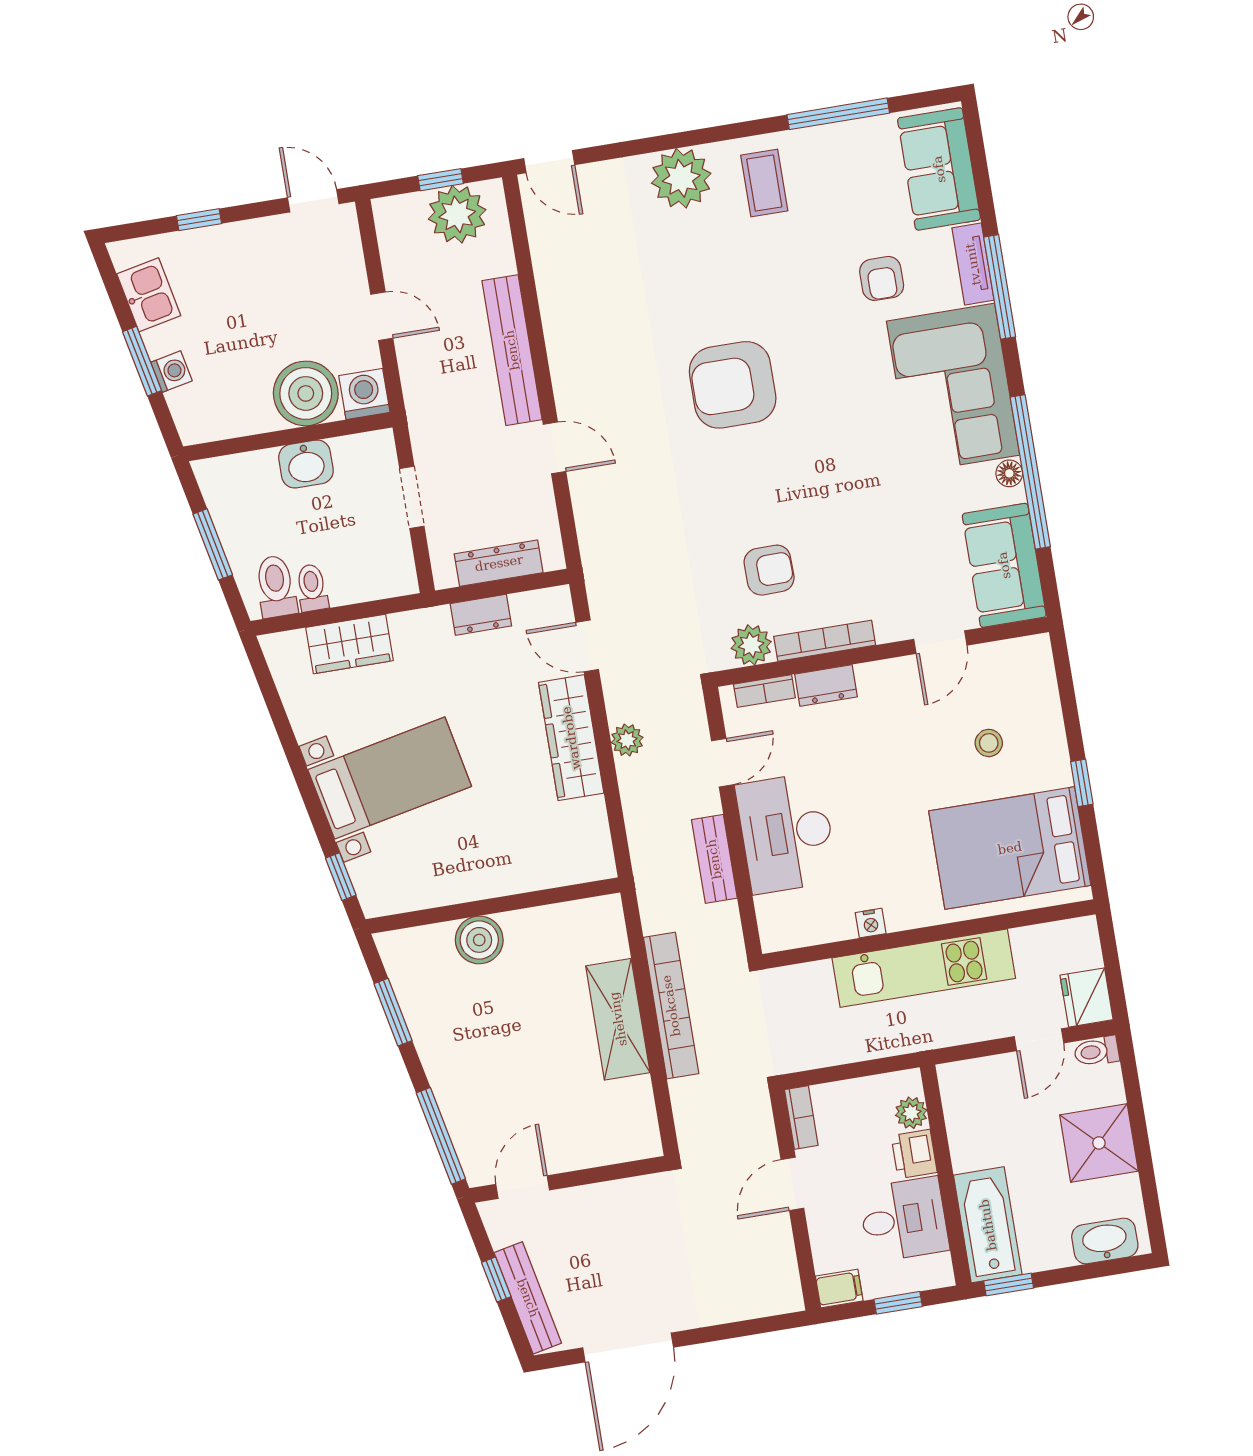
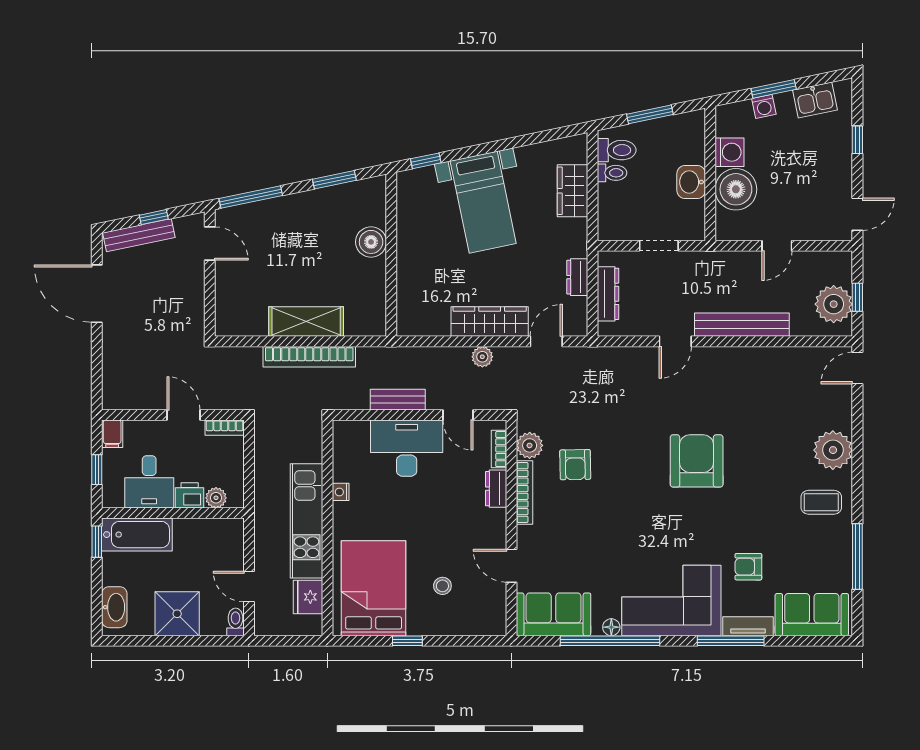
washing machine: (364, 394) -> (729, 152), moved
fridge: (1087, 997) -> (308, 597), moved, turned -90

